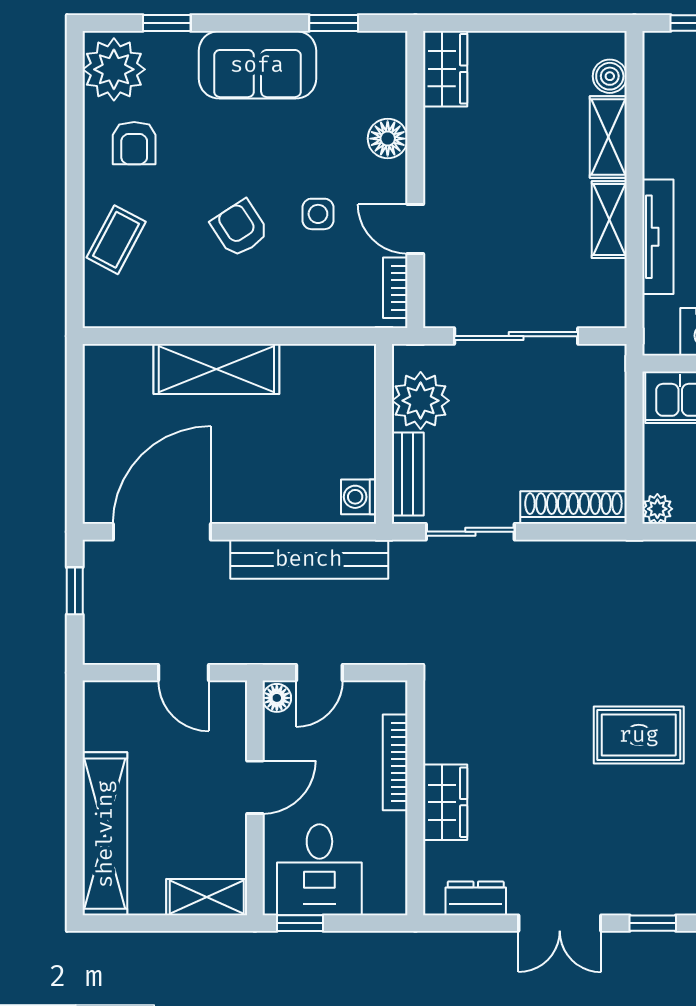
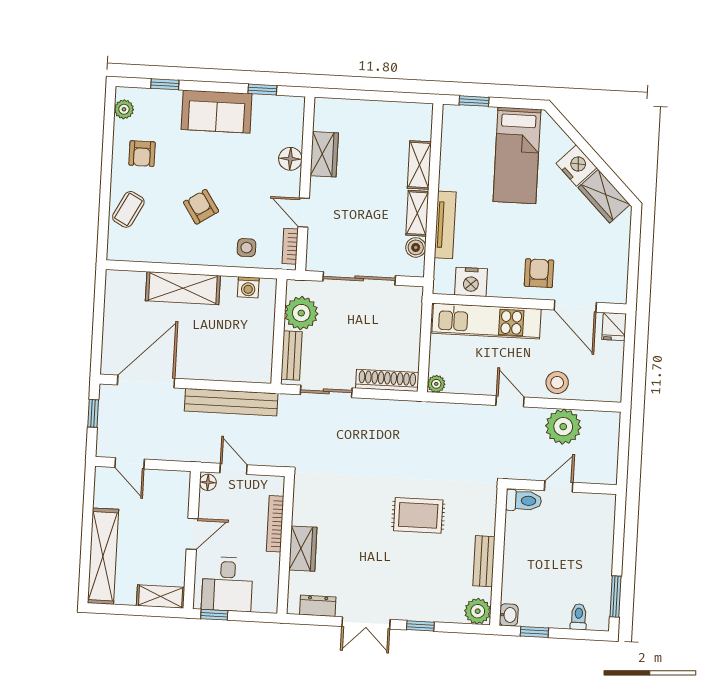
plant: (114, 69) -> (124, 109), width x0.53, depth x0.53
wardrobe: (445, 69) -> (324, 154), moved
boiler: (610, 76) -> (416, 247), moved
side table: (318, 214) -> (246, 248), moved
washing machine: (359, 497) -> (248, 287), moved, turned -90
door: (184, 673) -> (130, 463), moved
door: (319, 673) -> (233, 469), swing flipped

